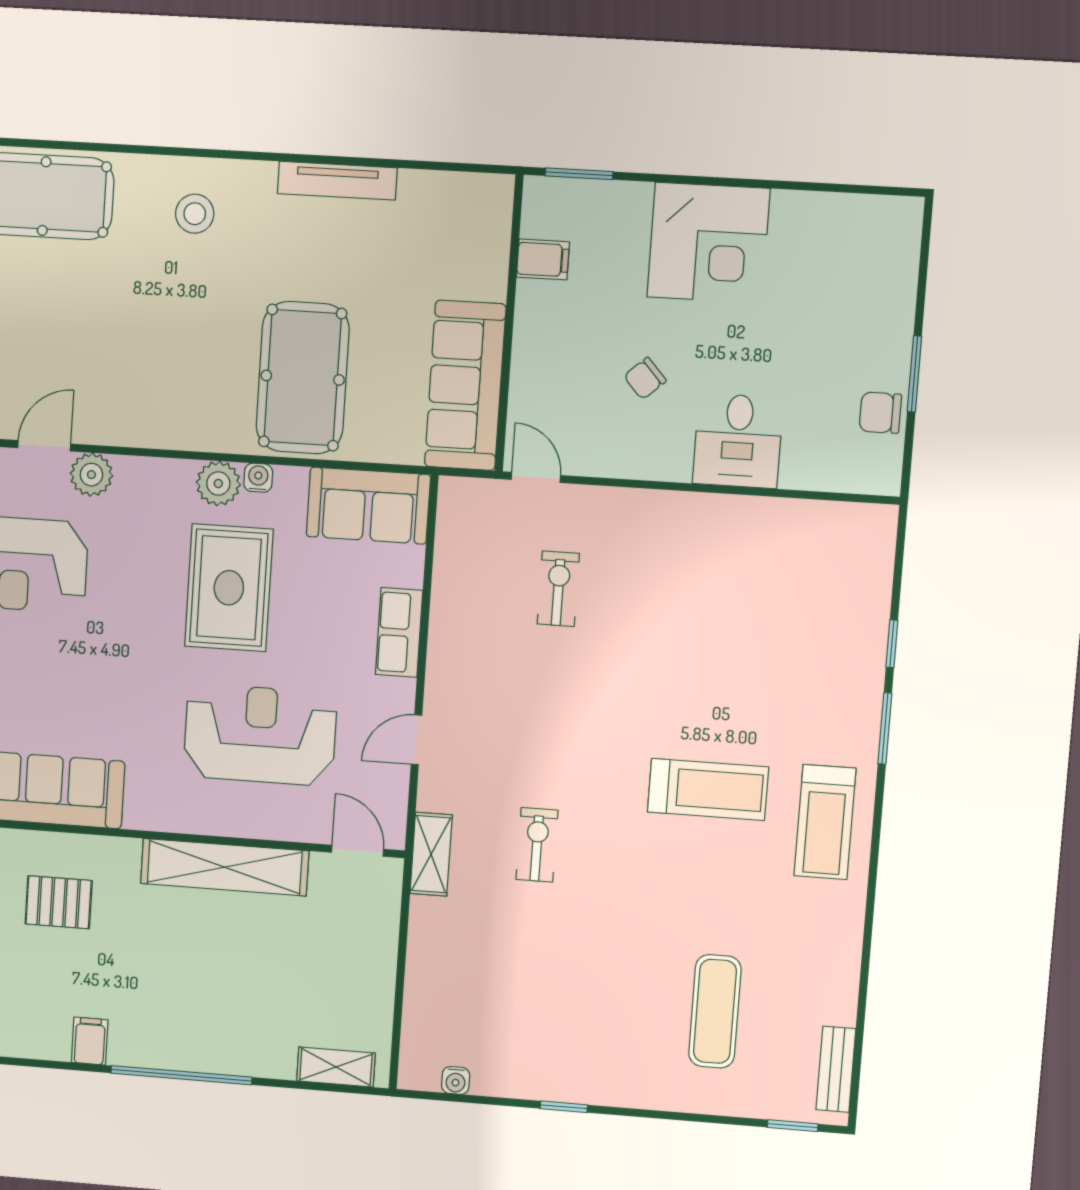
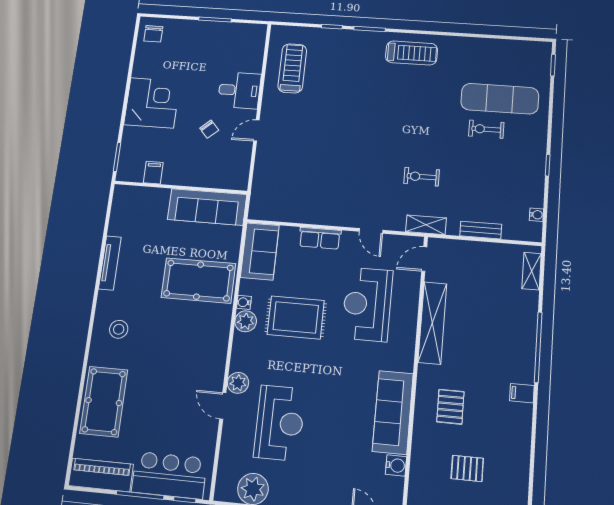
chair: (880, 413) -> (153, 34), moved
door: (536, 477) -> (256, 131), moved
exercise bike: (558, 589) -> (486, 129), moved
treadmill: (708, 789) -> (292, 68), moved
exercise mat: (715, 1011) -> (500, 99), width x1.36, depth x1.45
bench: (836, 1069) -> (481, 230), moved

